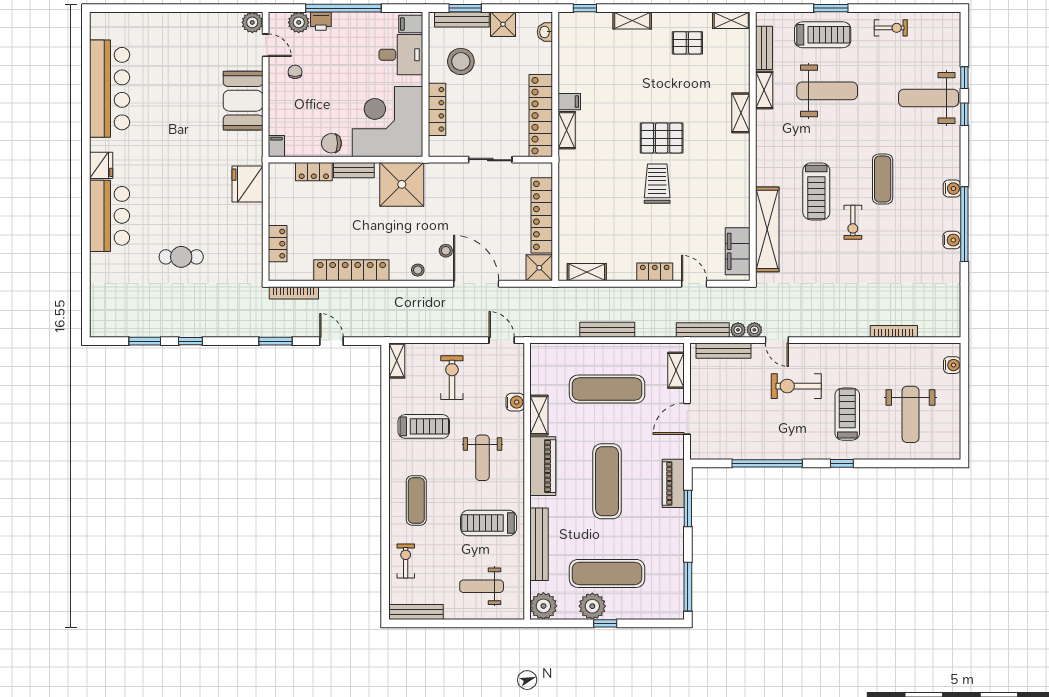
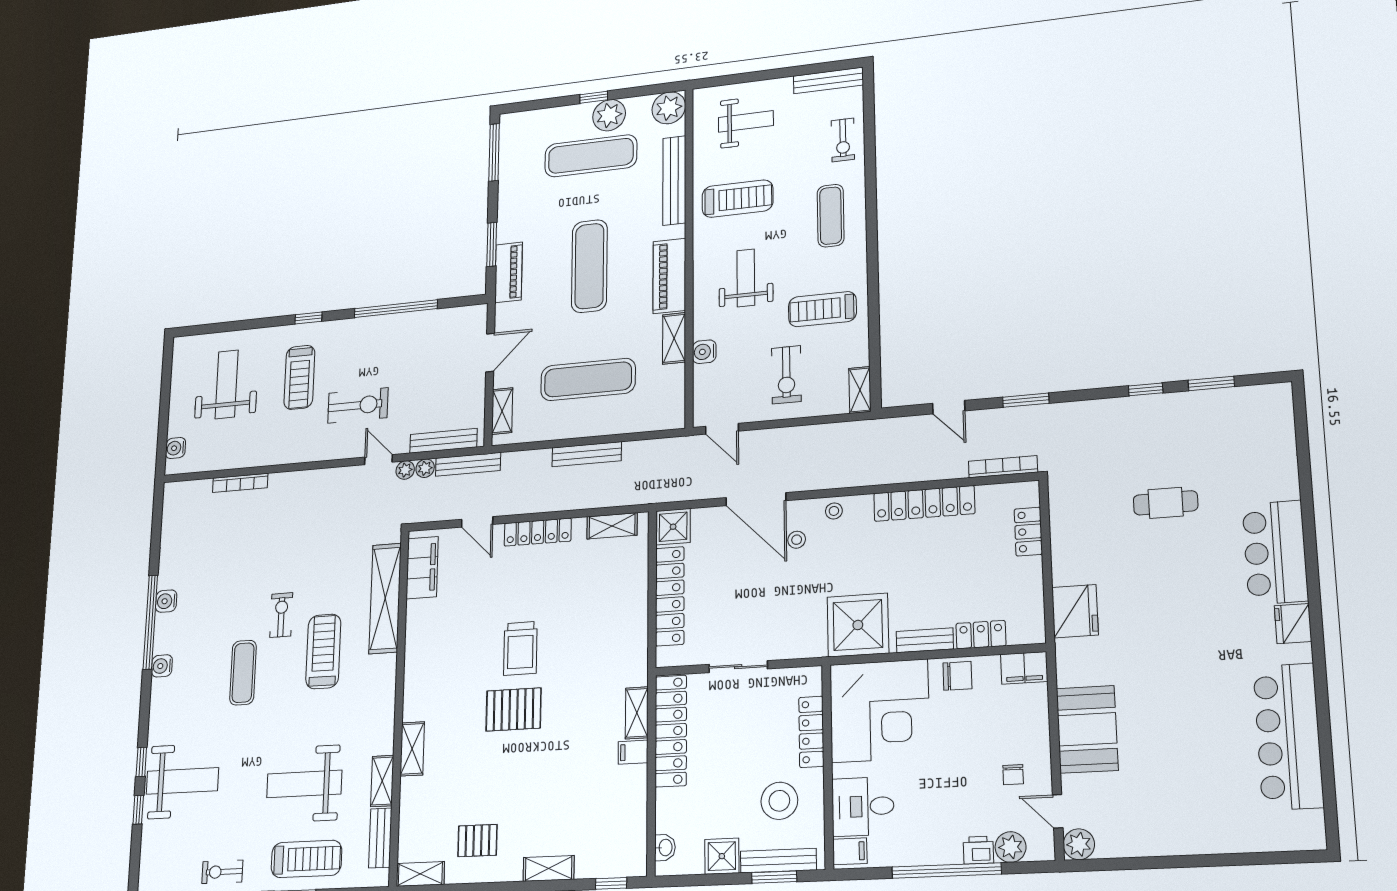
treadmill: (823, 35) -> (306, 859), turned 180
filing cabinet: (276, 146) -> (1024, 668), width x2.00
locker: (655, 272) -> (538, 532), width x1.53

